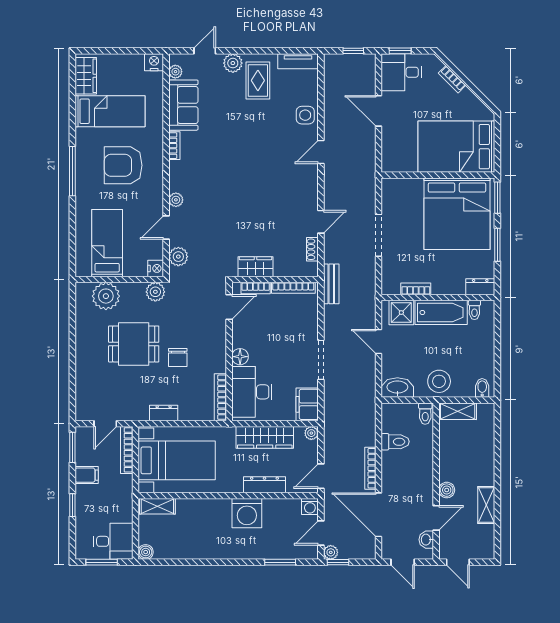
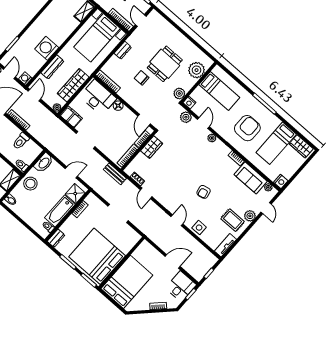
armchair: (254, 150) -> (204, 192), added

